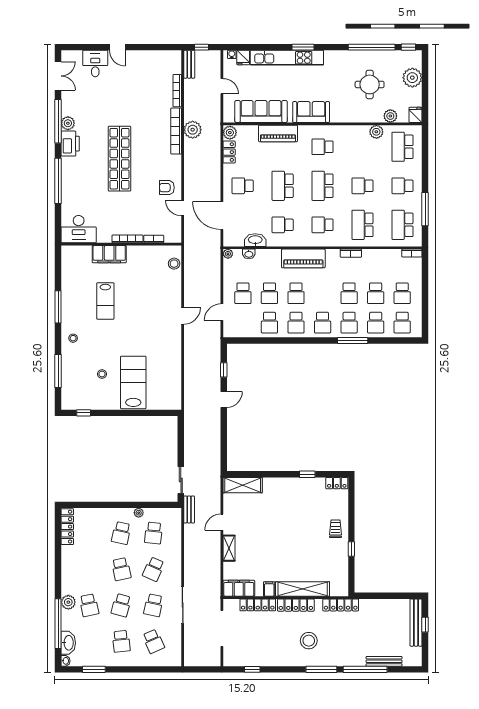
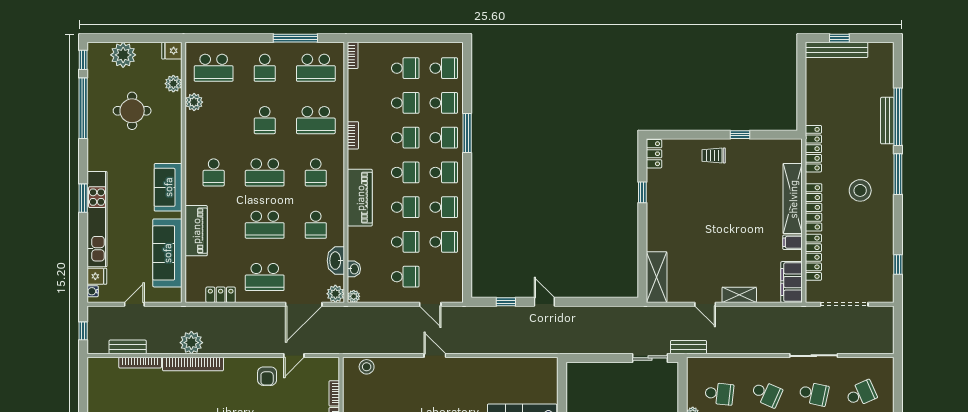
bench: (189, 64) -> (128, 347), moved
plant: (230, 133) -> (335, 294), moved
school desk: (243, 186) -> (265, 277), width x1.85
school desk: (323, 293) -> (405, 172), added
bench: (384, 661) -> (887, 121), moved

